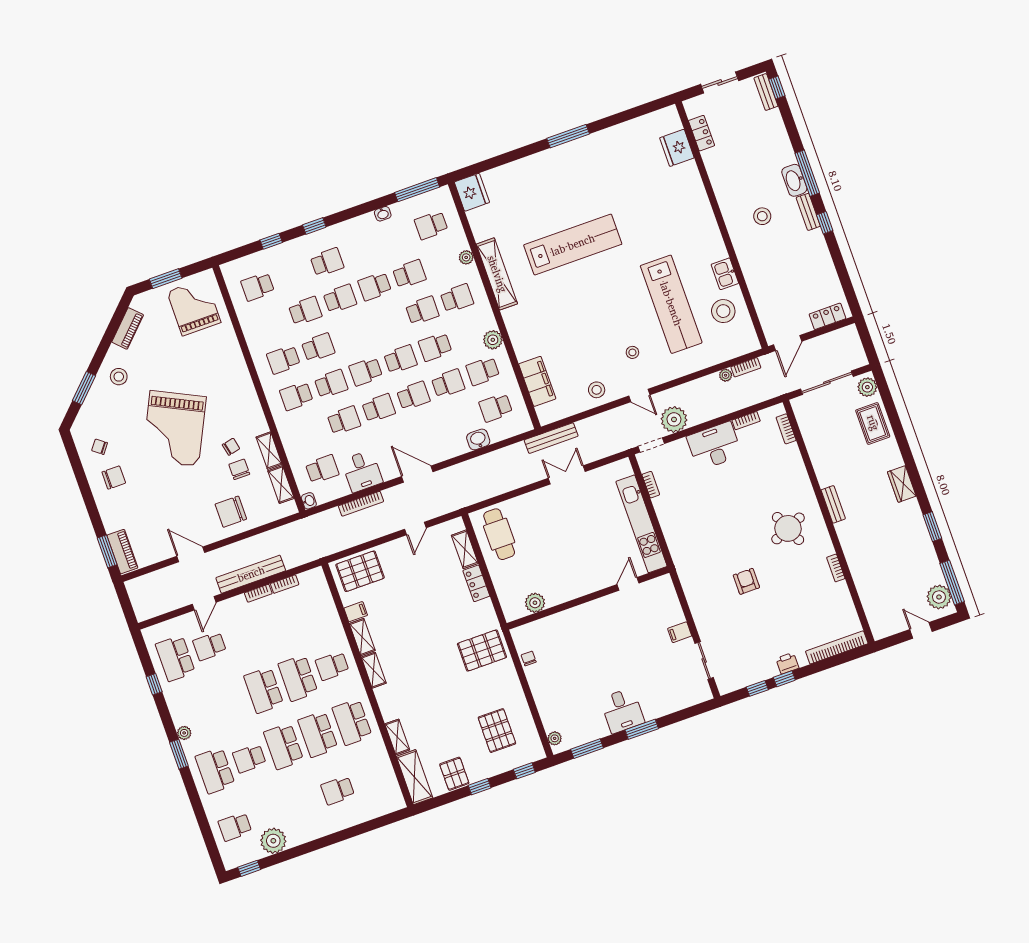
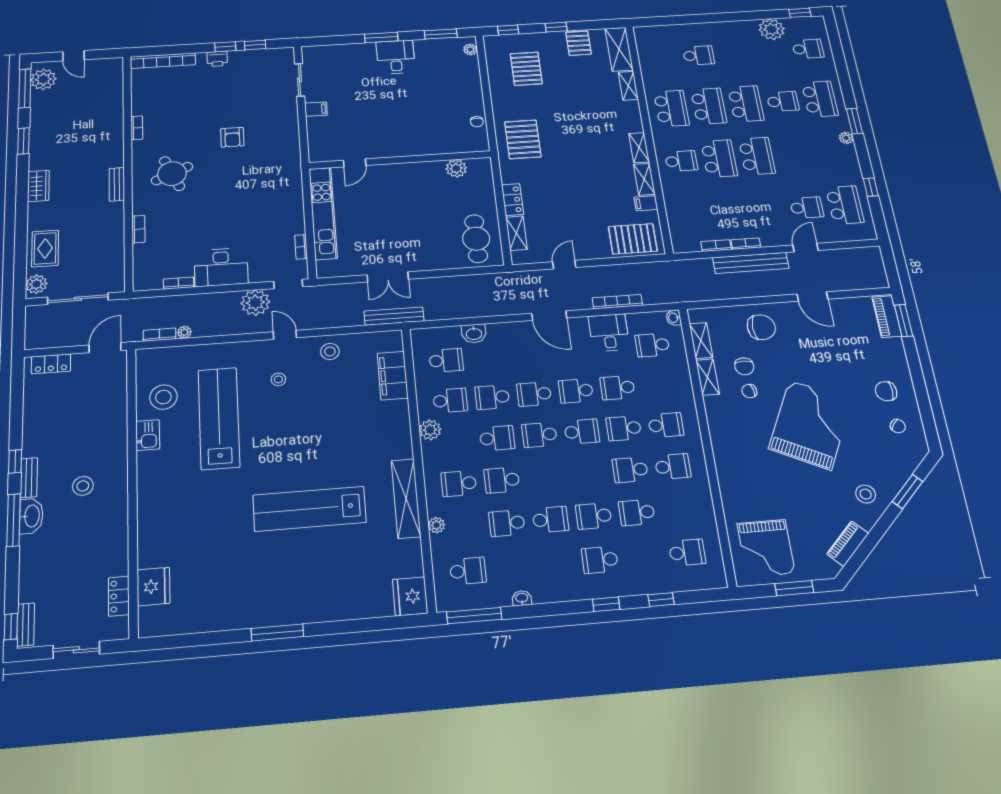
bookcase: (786, 429) -> (138, 229), moved
pallet: (482, 650) -> (523, 139), turned 90

